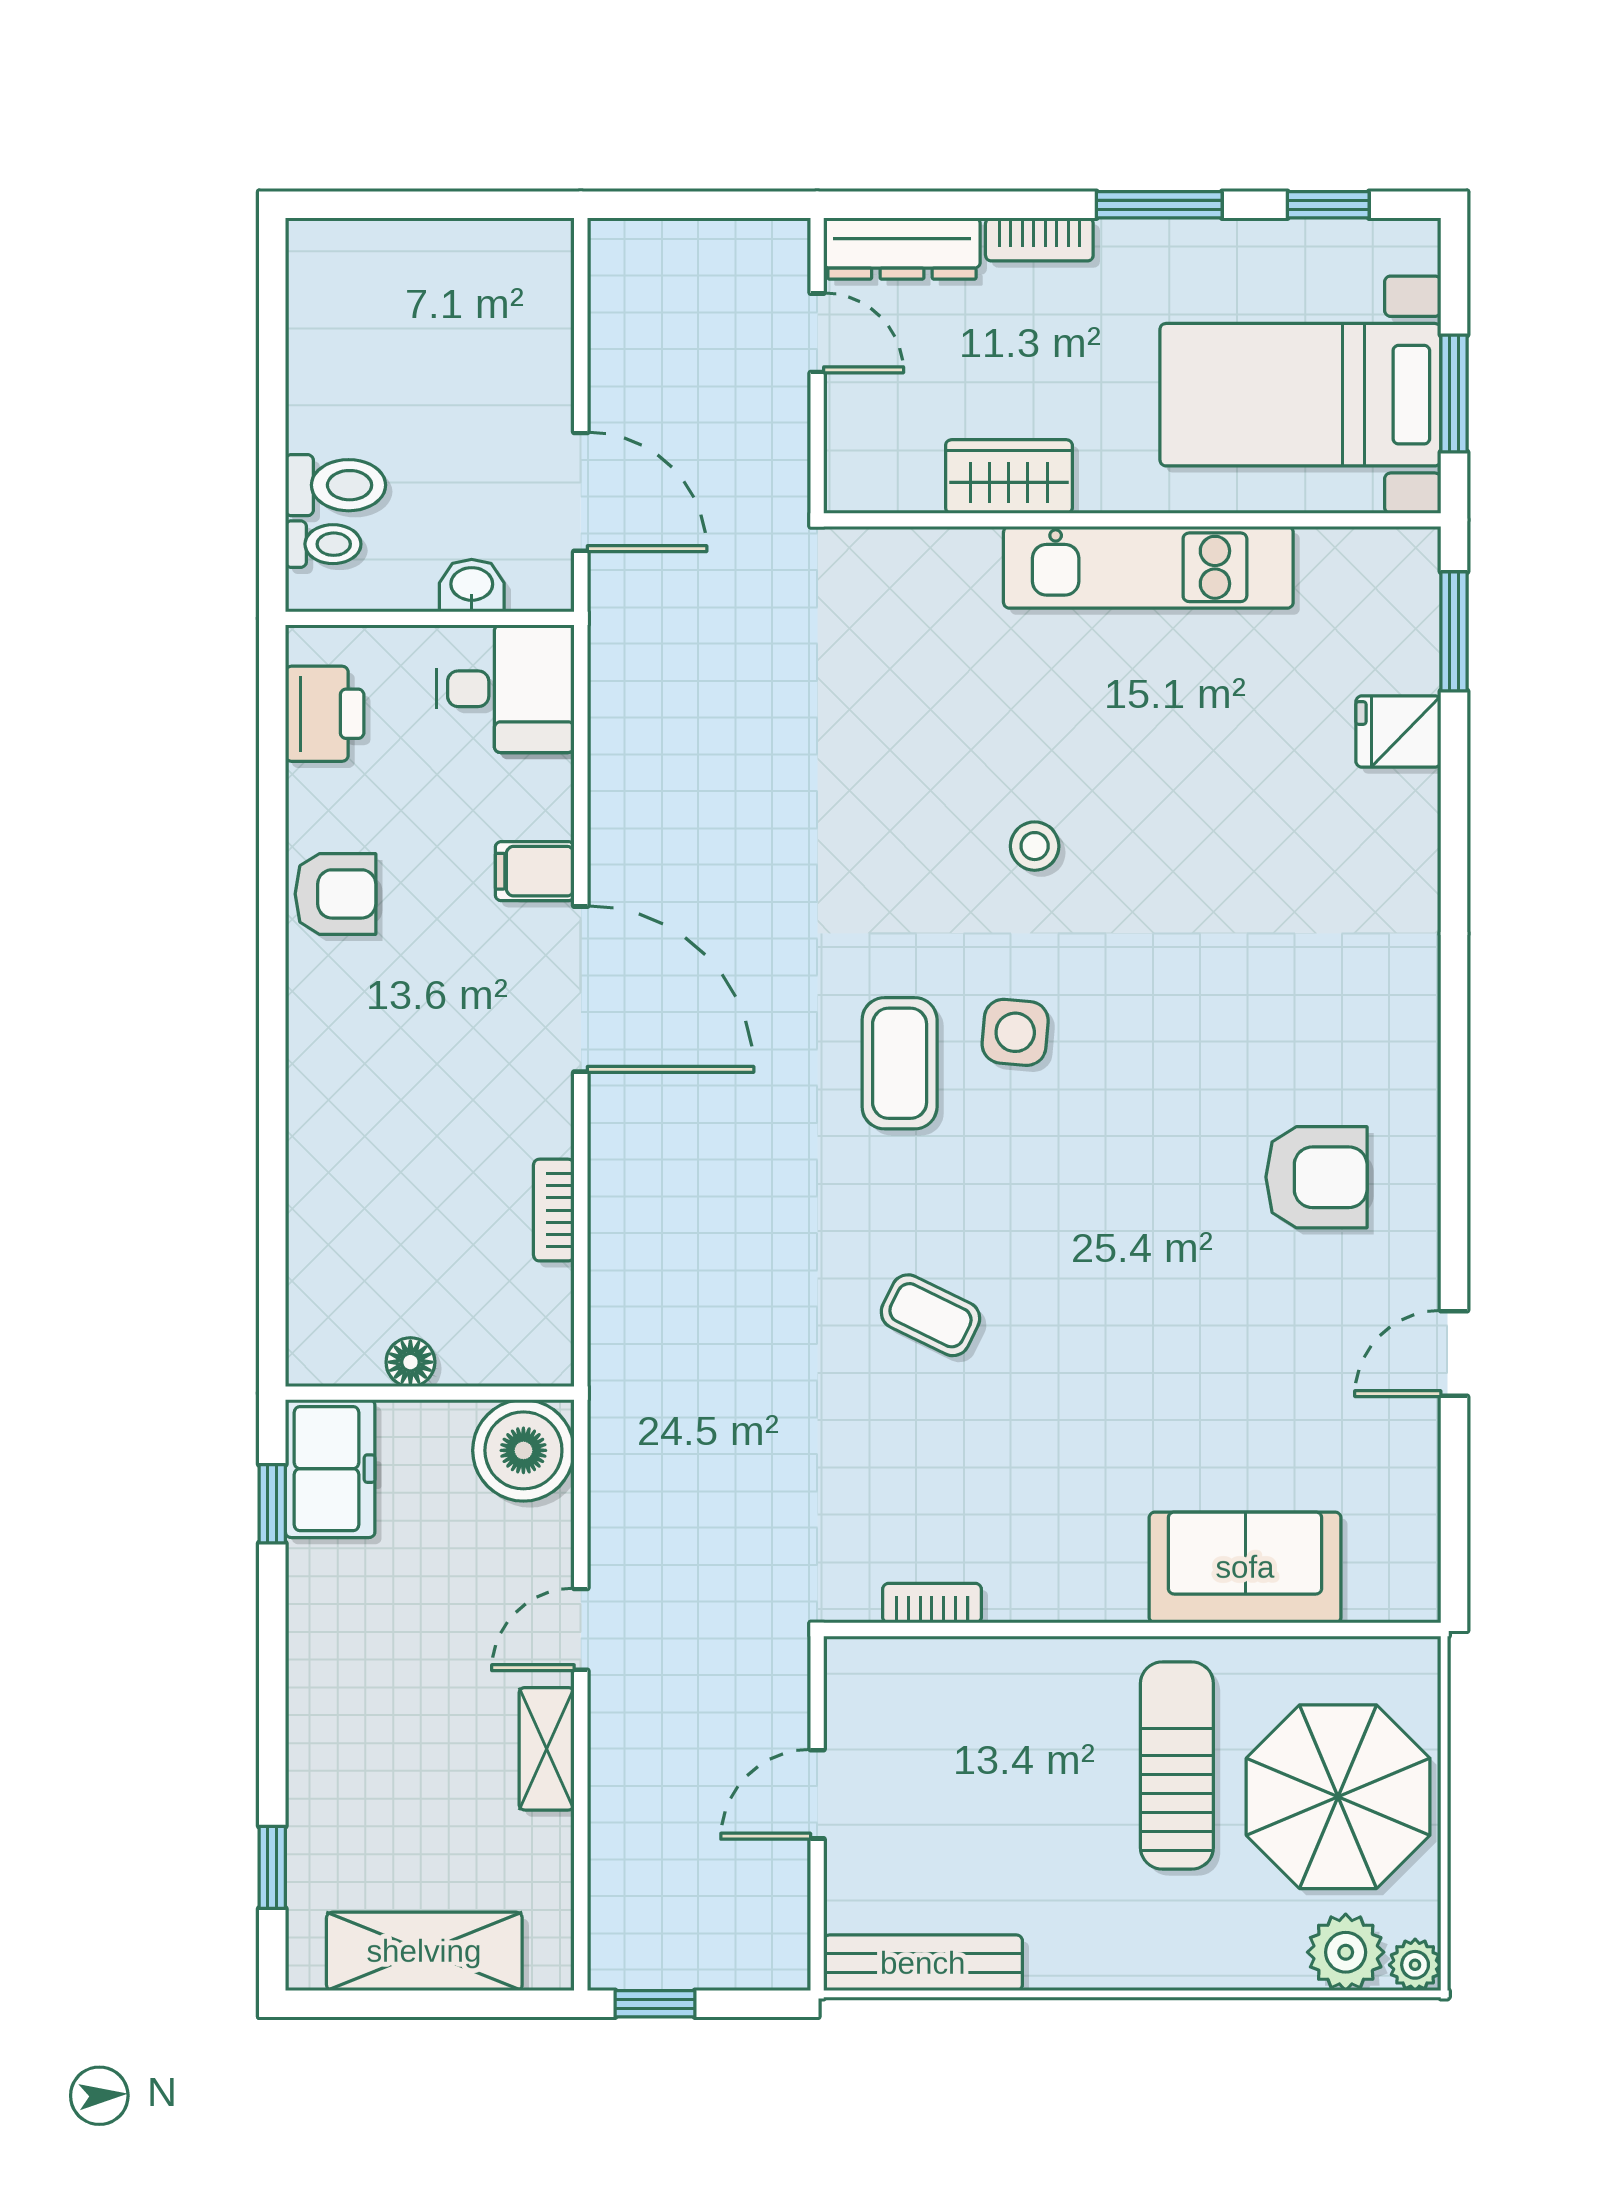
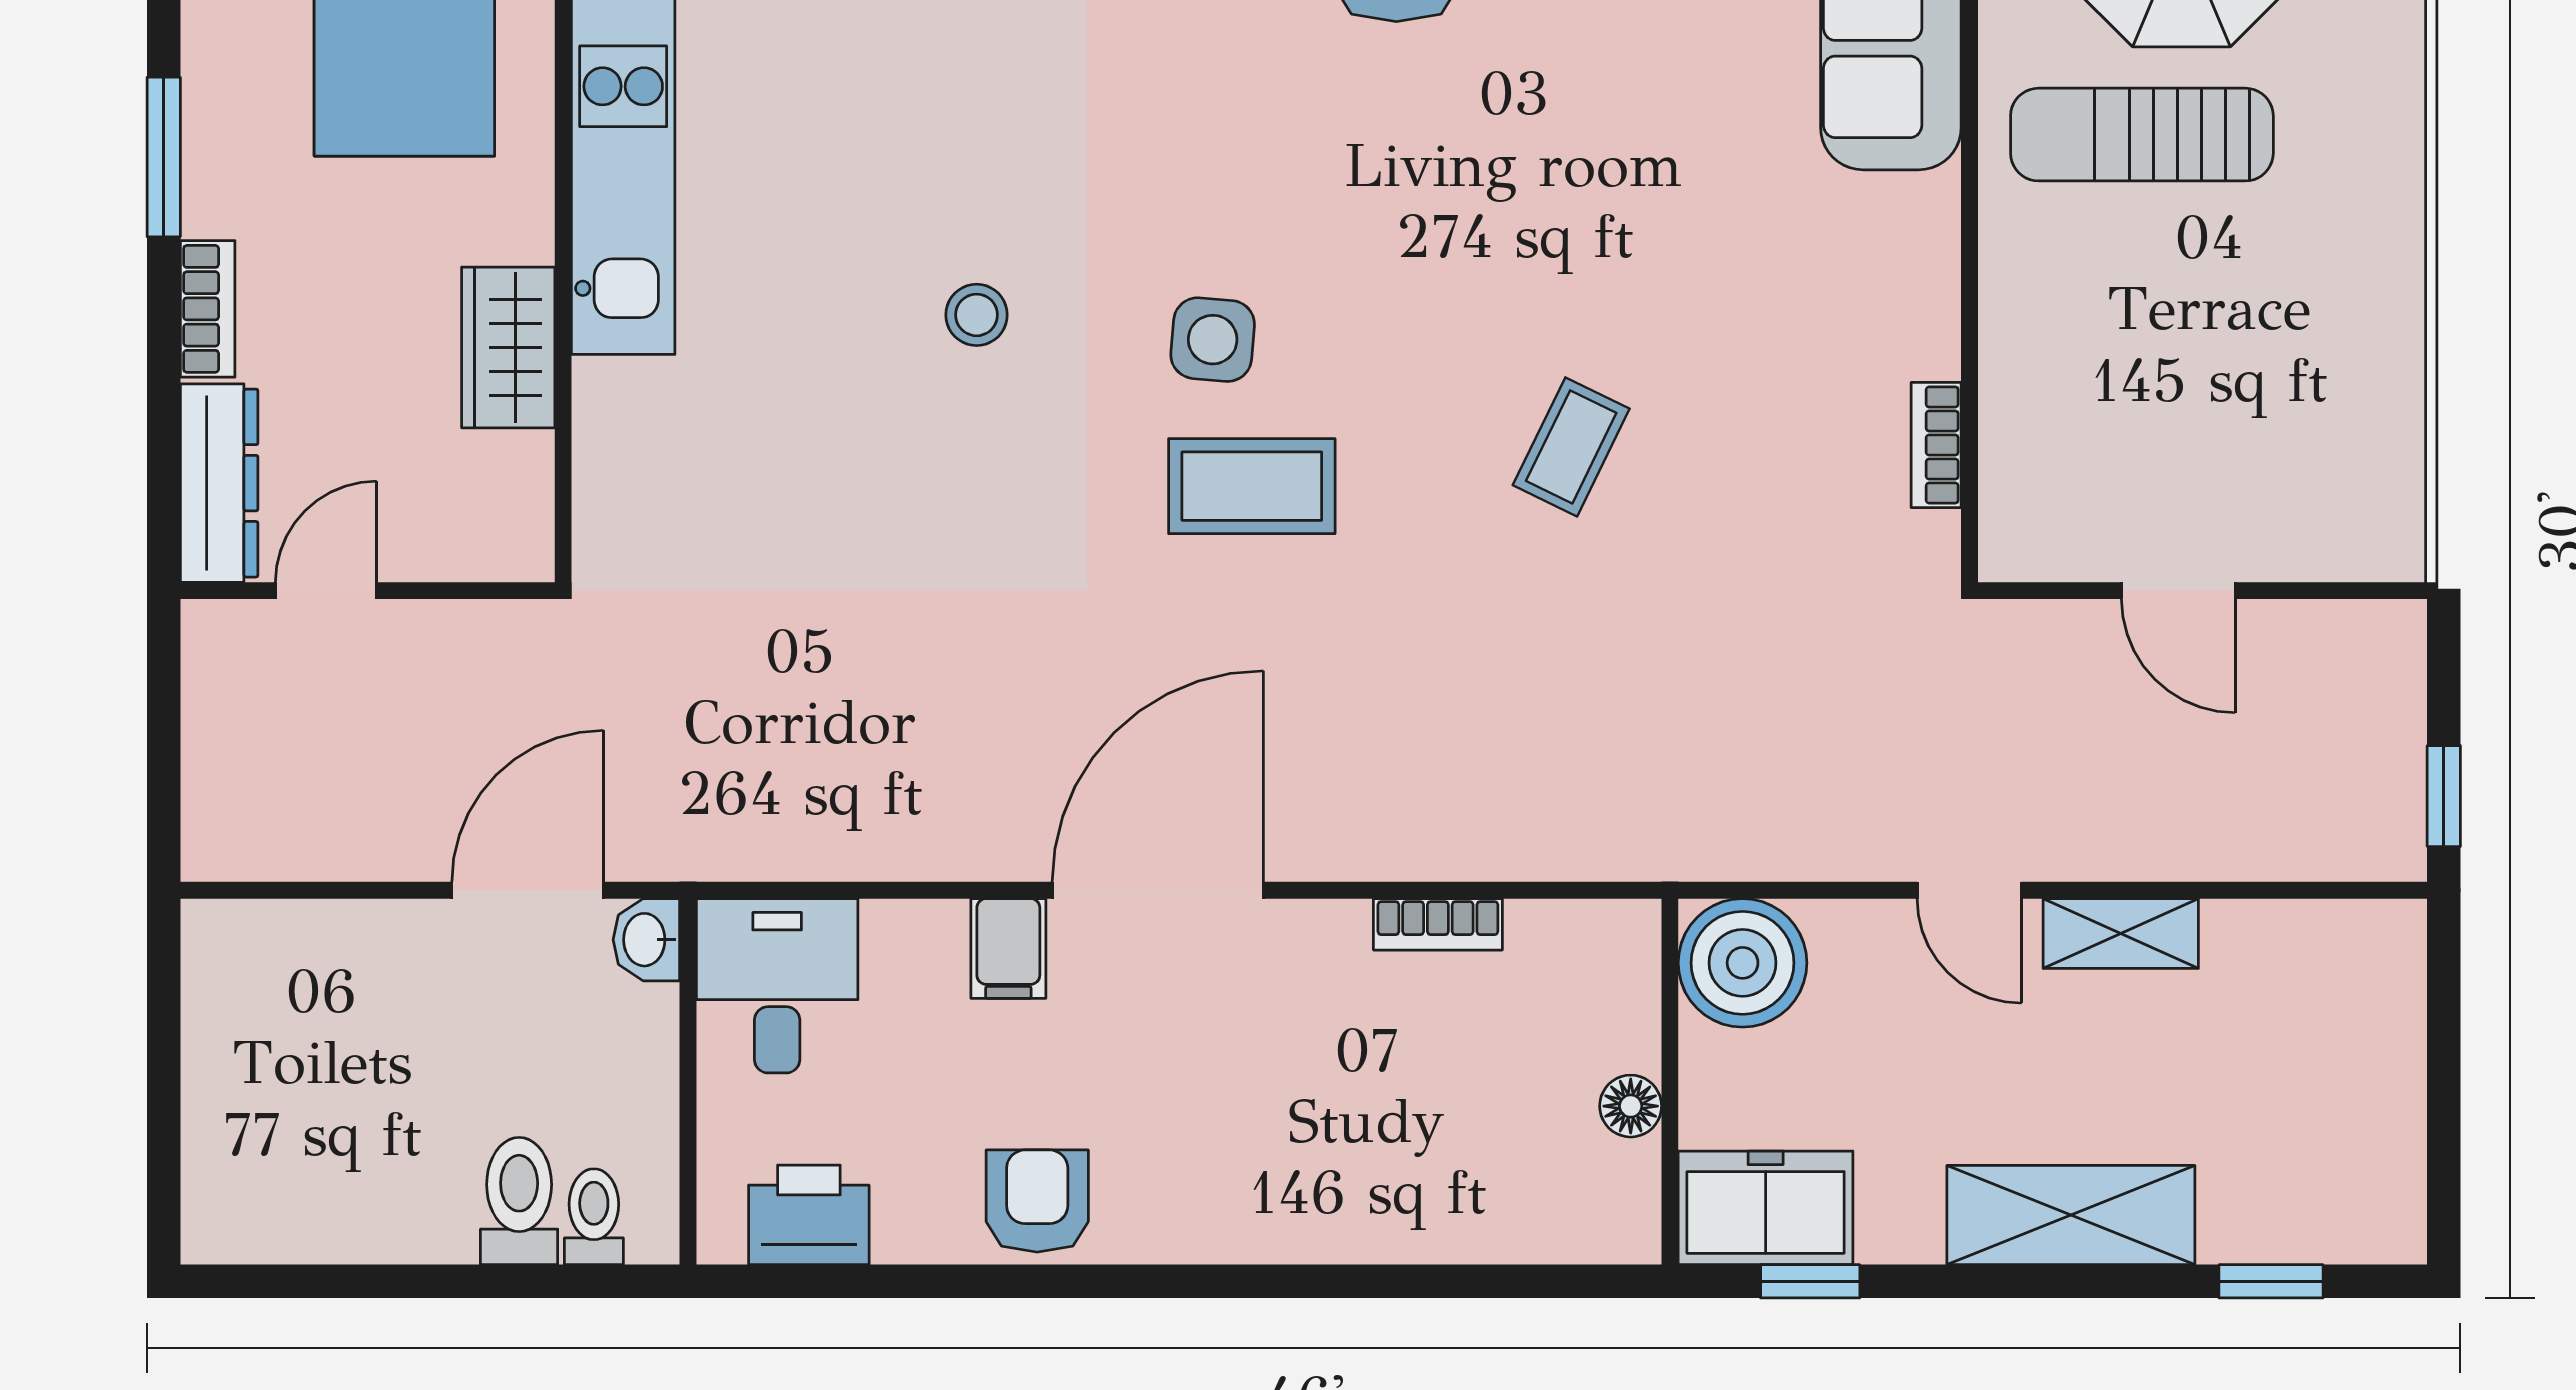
washbasin: (472, 586) -> (646, 940), moved
shelving: (424, 1951) -> (2071, 1215), moved, turned 90
bench: (923, 1963) -> (2392, 456), removed

